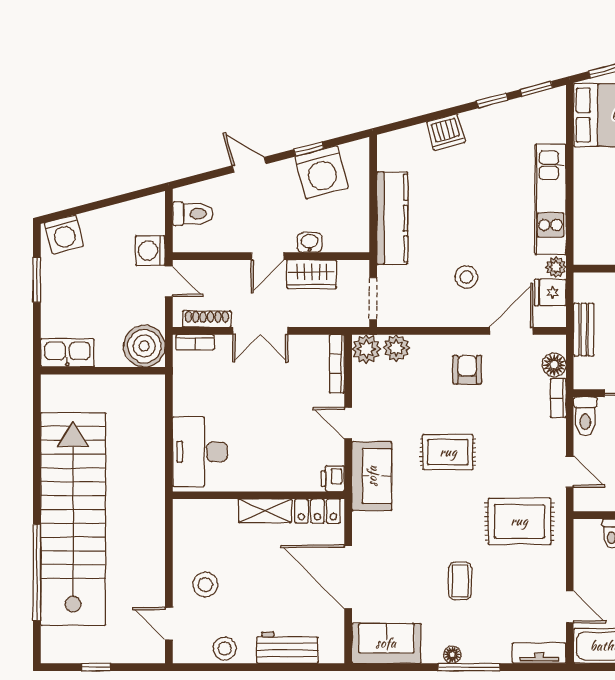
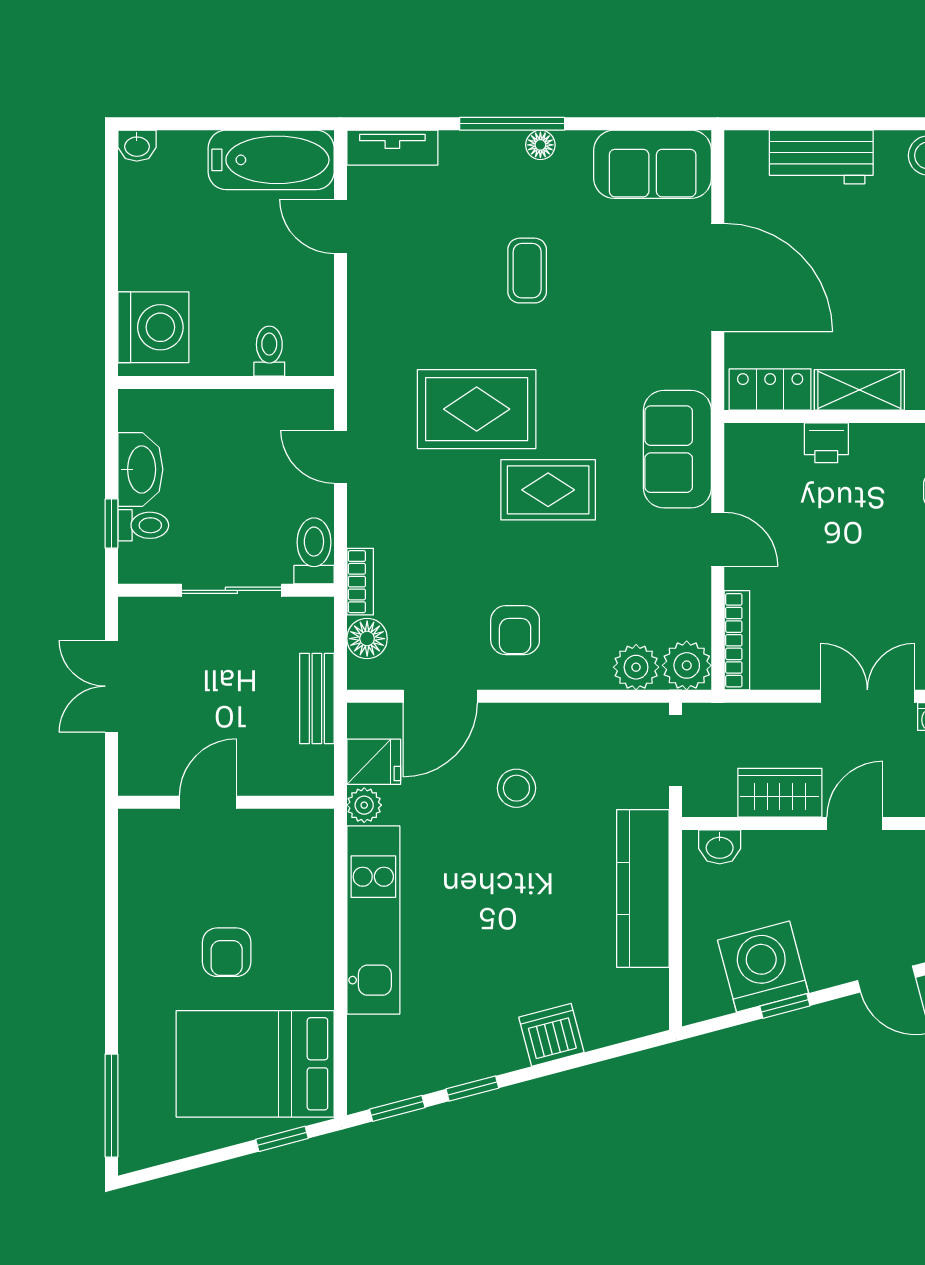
washbasin: (310, 242) -> (720, 847), moved
printer: (333, 479) -> (826, 443), moved, turned 90
rug: (519, 521) -> (477, 409), moved

